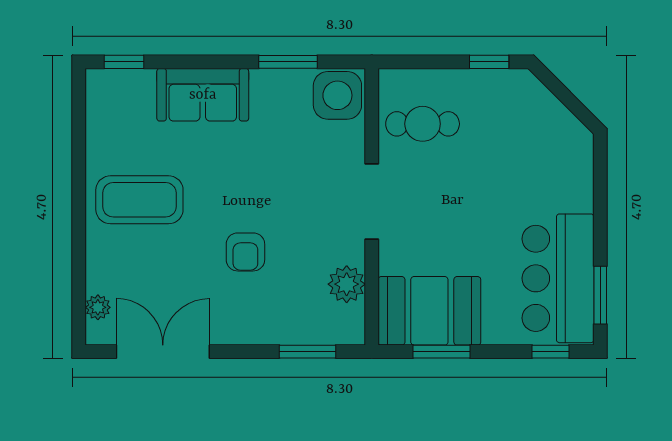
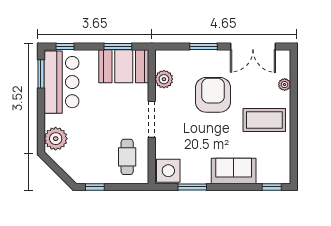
cafe table: (423, 124) -> (127, 157), turned 90
plant: (570, 162) -> (56, 139), added
armchair: (245, 252) -> (213, 95), width x1.88, depth x1.88
plant: (98, 307) -> (285, 85), moved
window: (308, 352) -> (204, 47), moved

